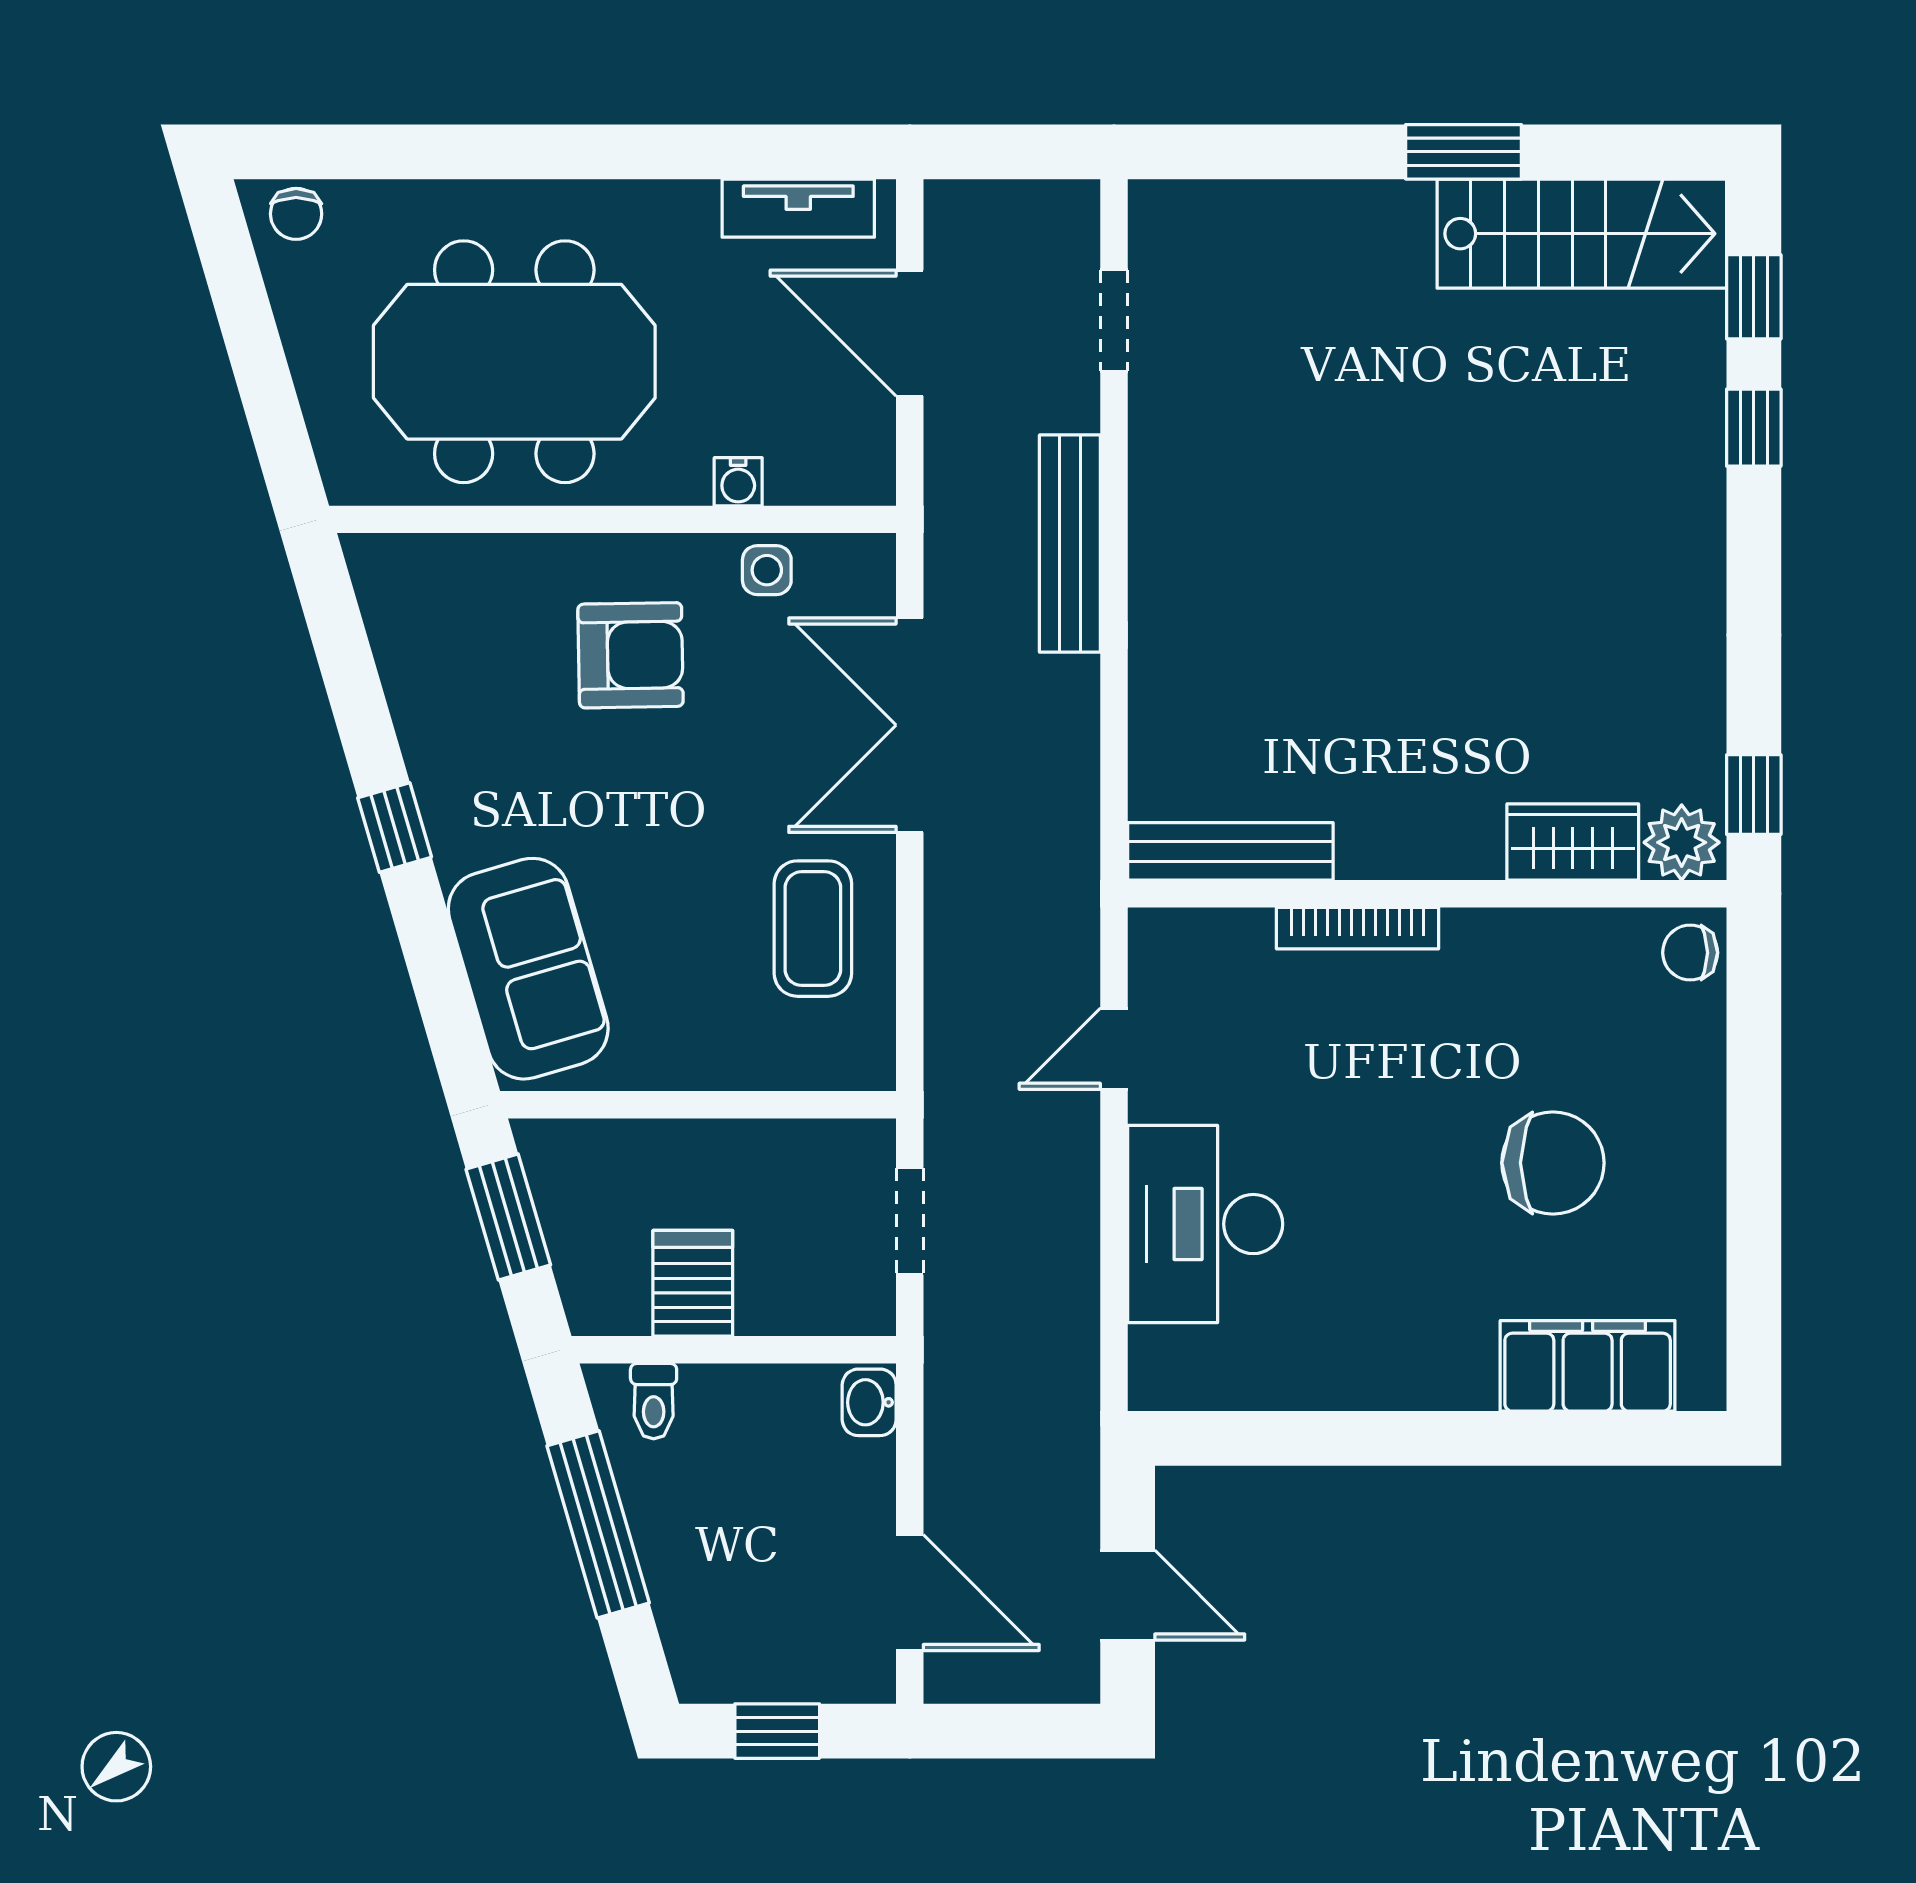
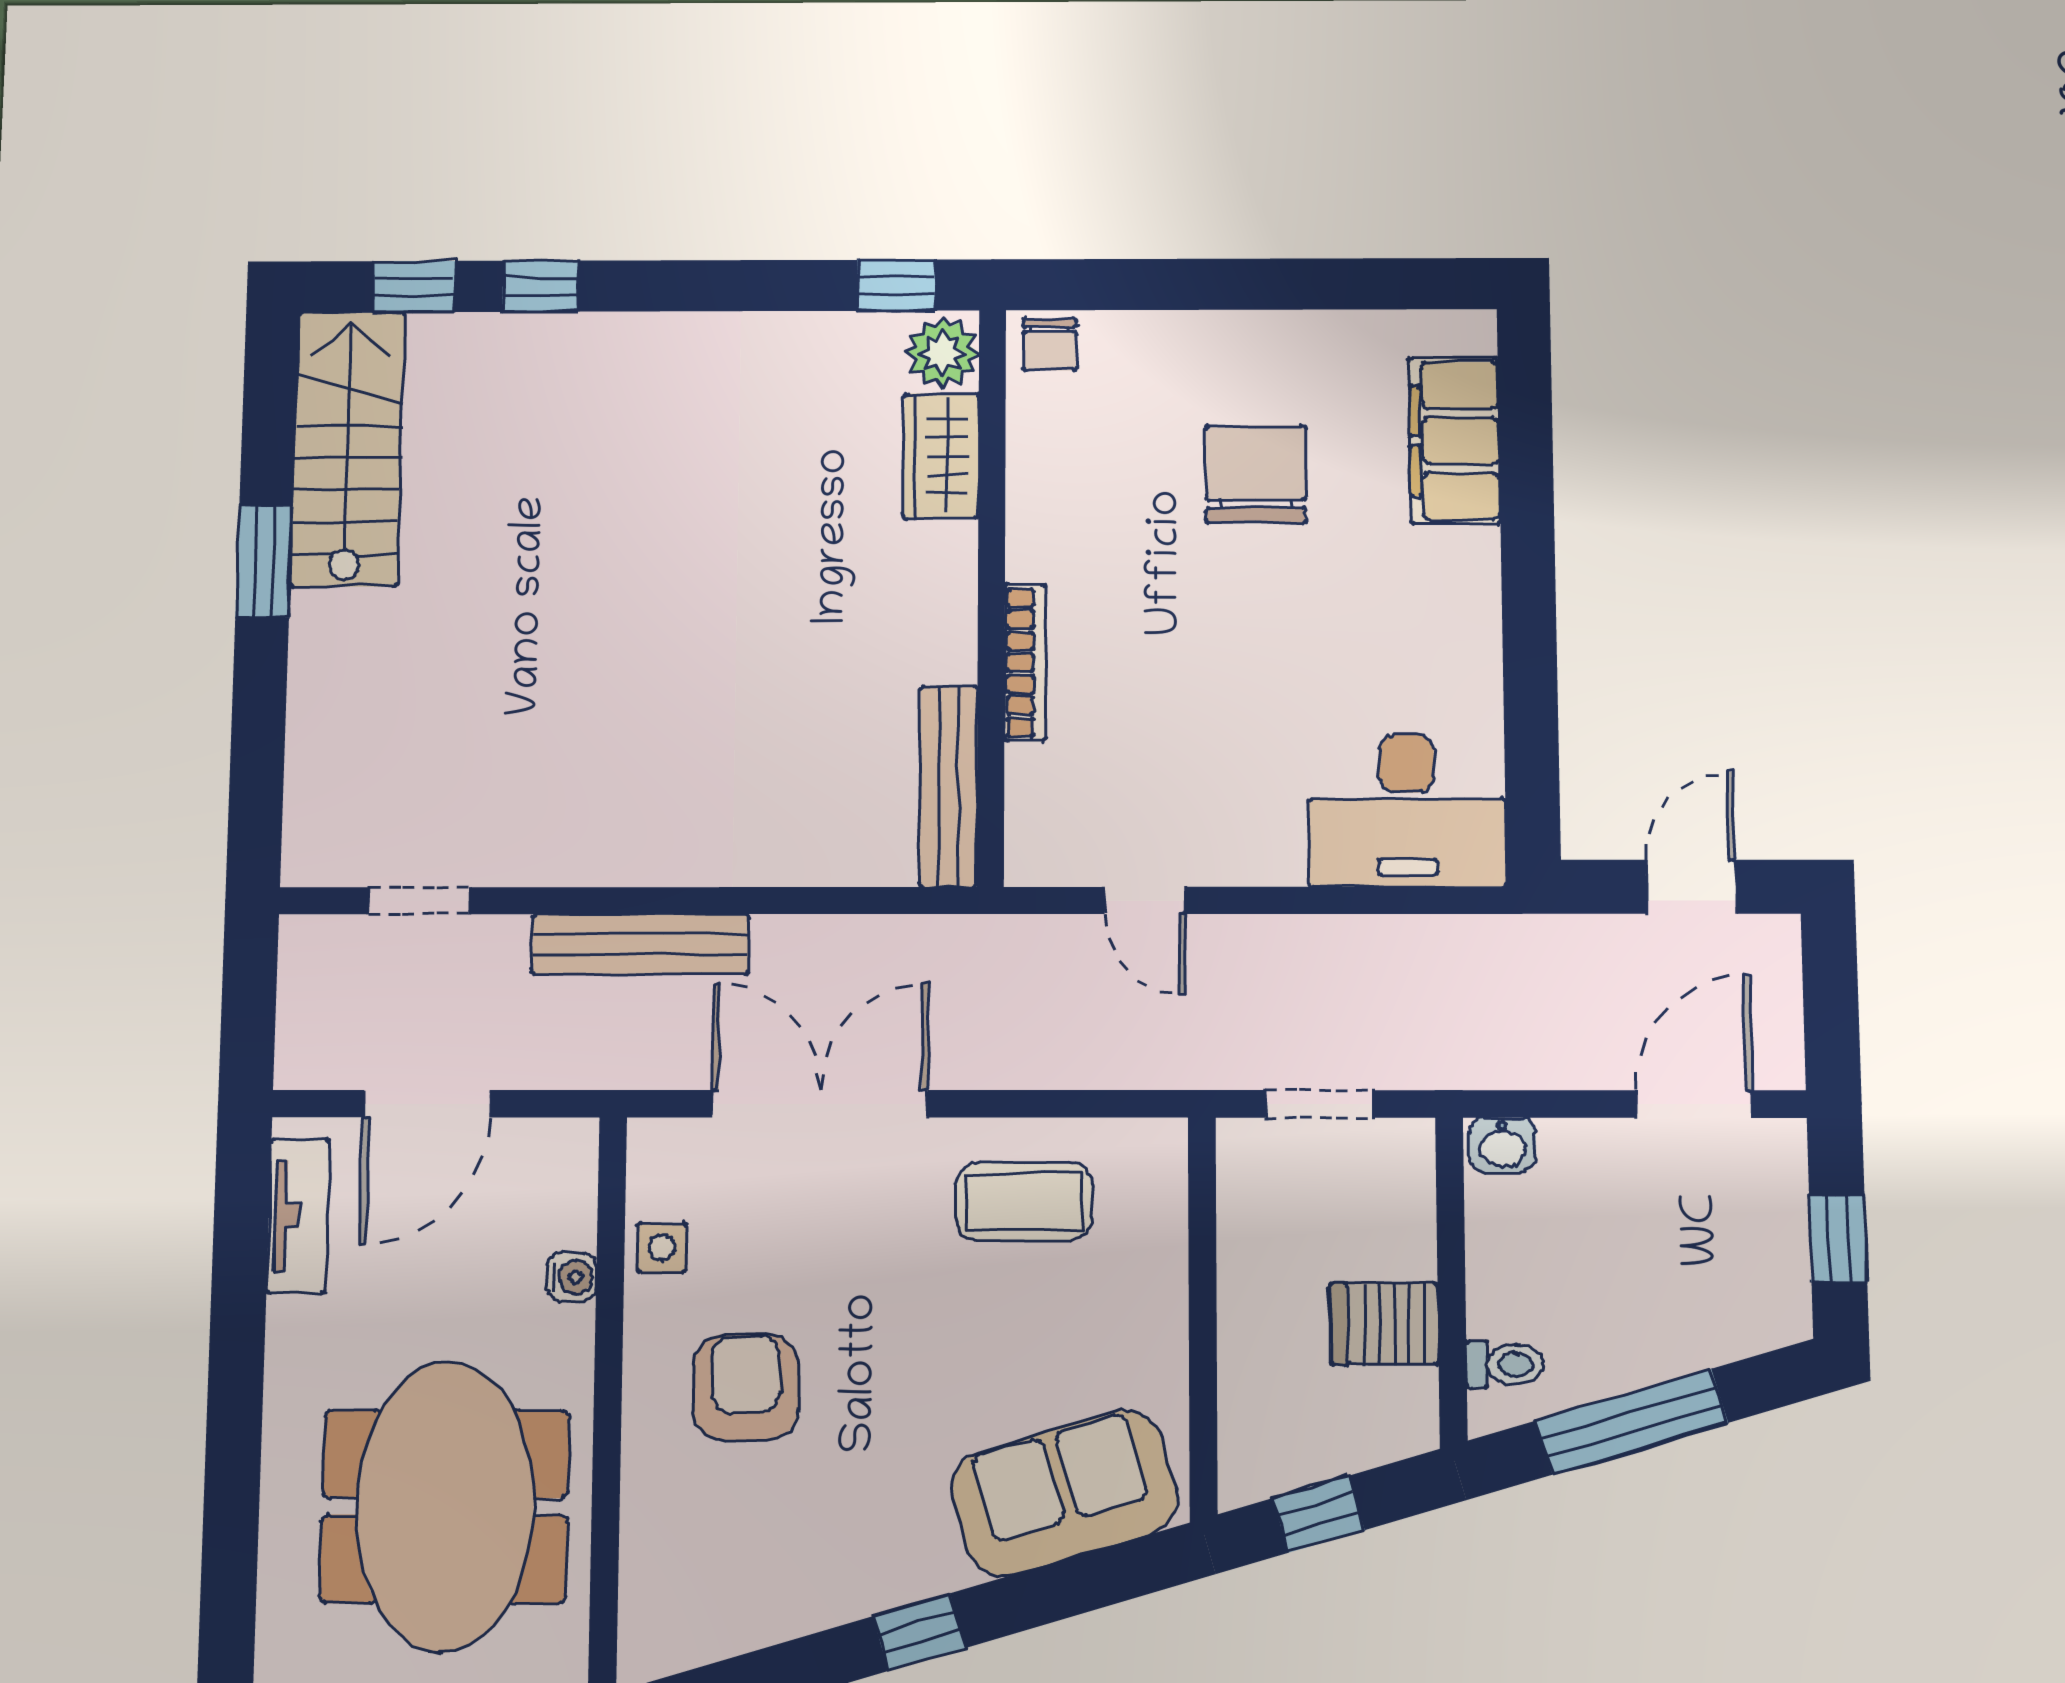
double door: (910, 725) -> (820, 1104), swing flipped
window: (508, 1217) -> (1319, 1514), width x0.67
desk: (1205, 1224) -> (1407, 811), moved

